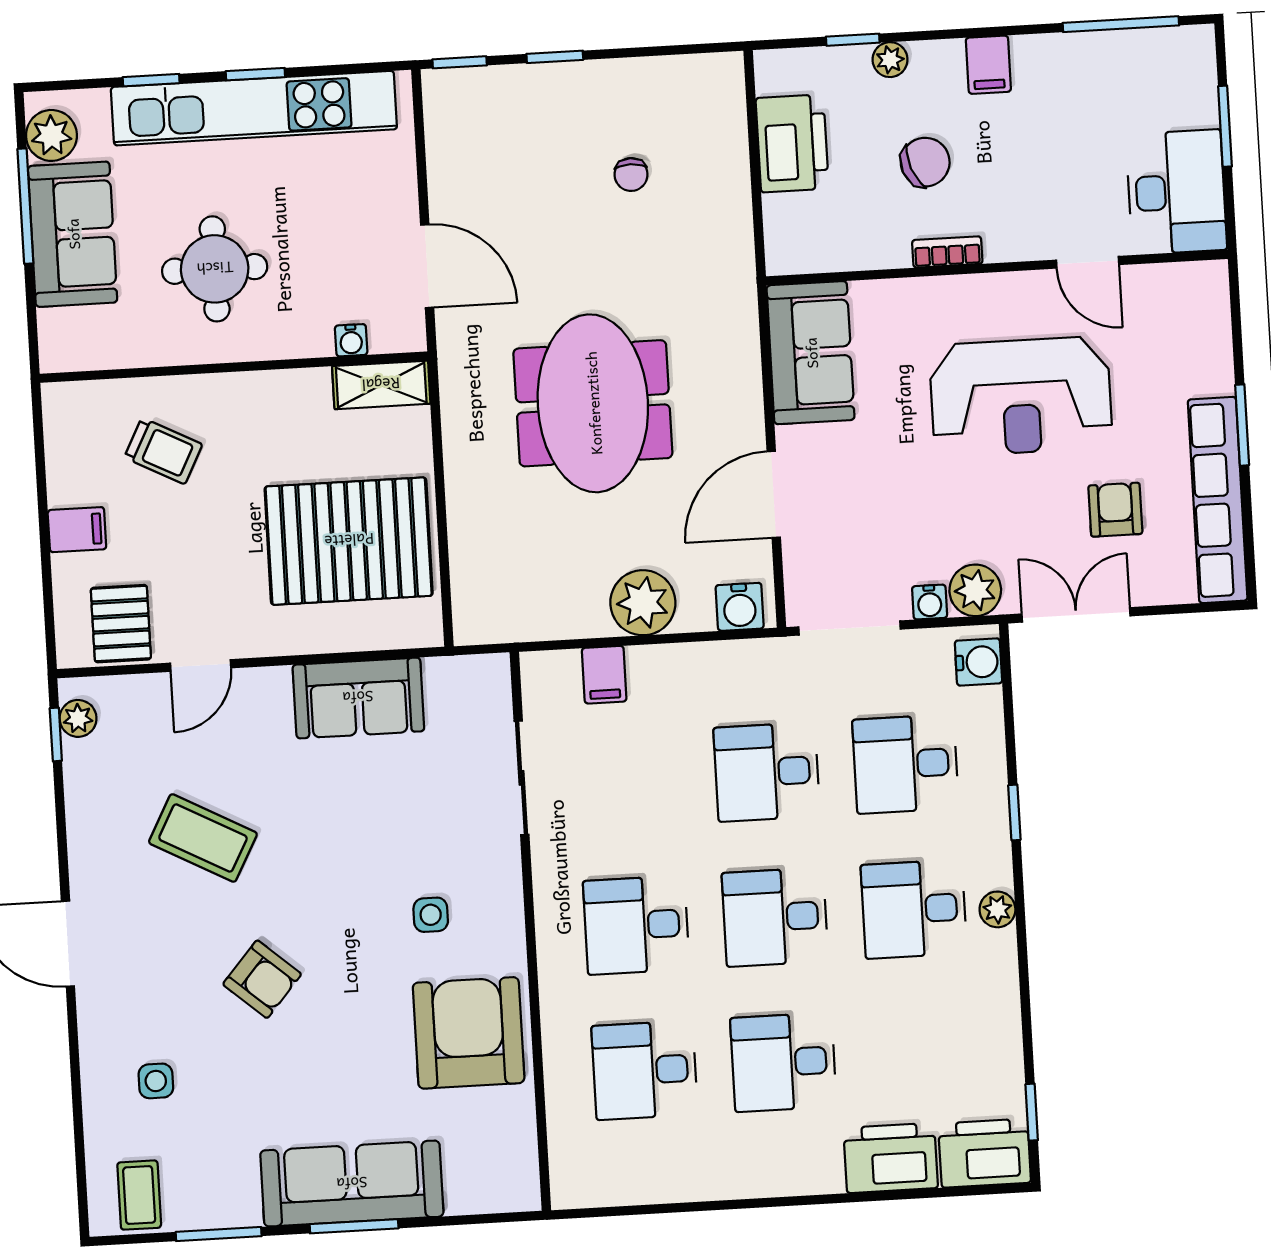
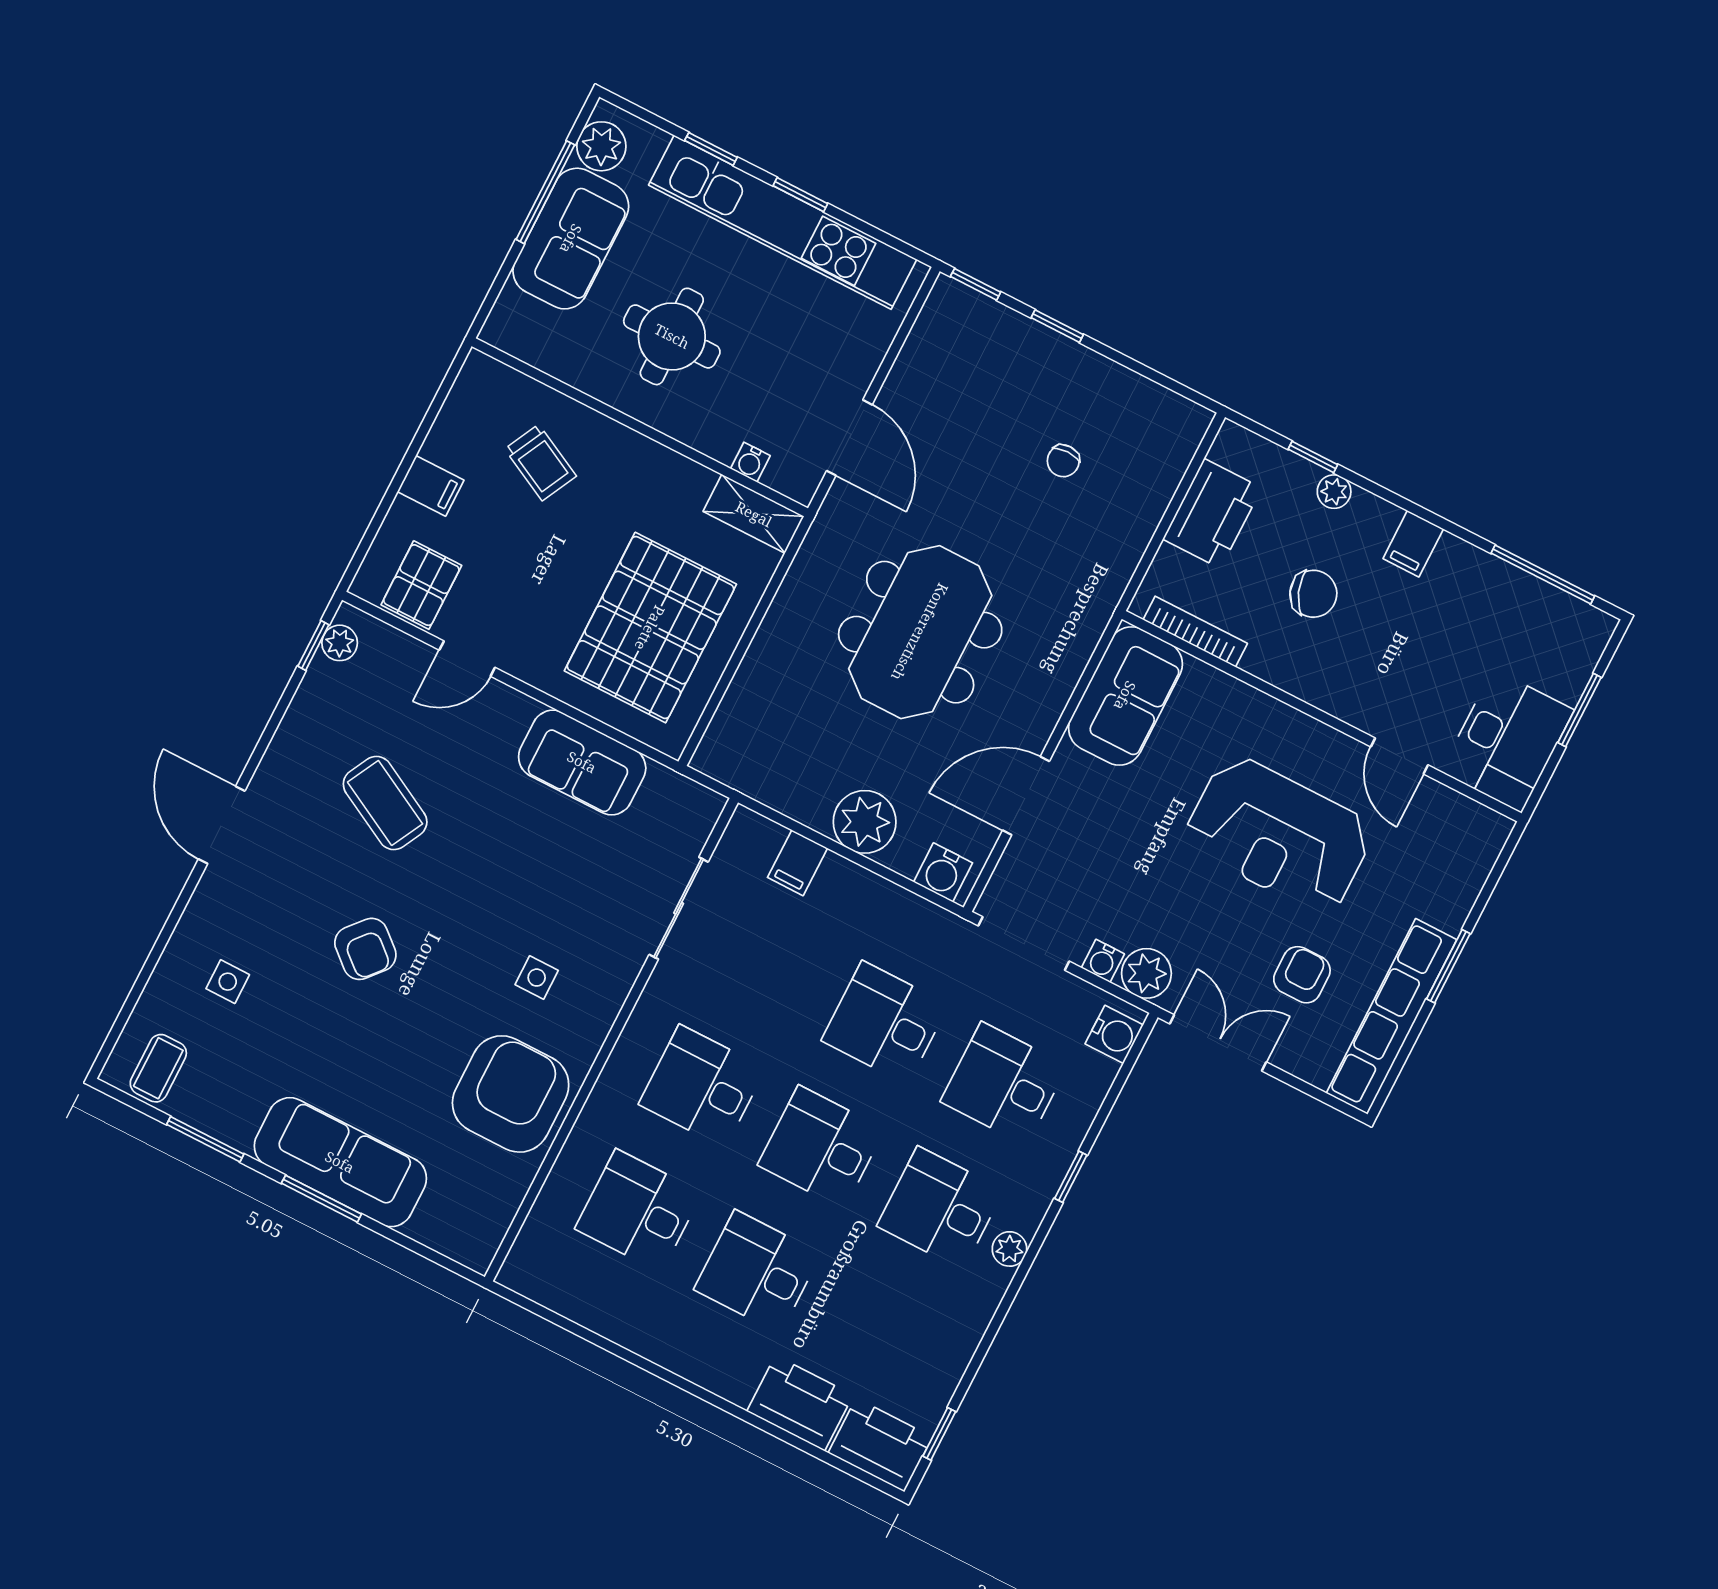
bookcase: (947, 252) -> (1195, 632), moved, width x1.56
pallet: (349, 541) -> (650, 628), turned 90

